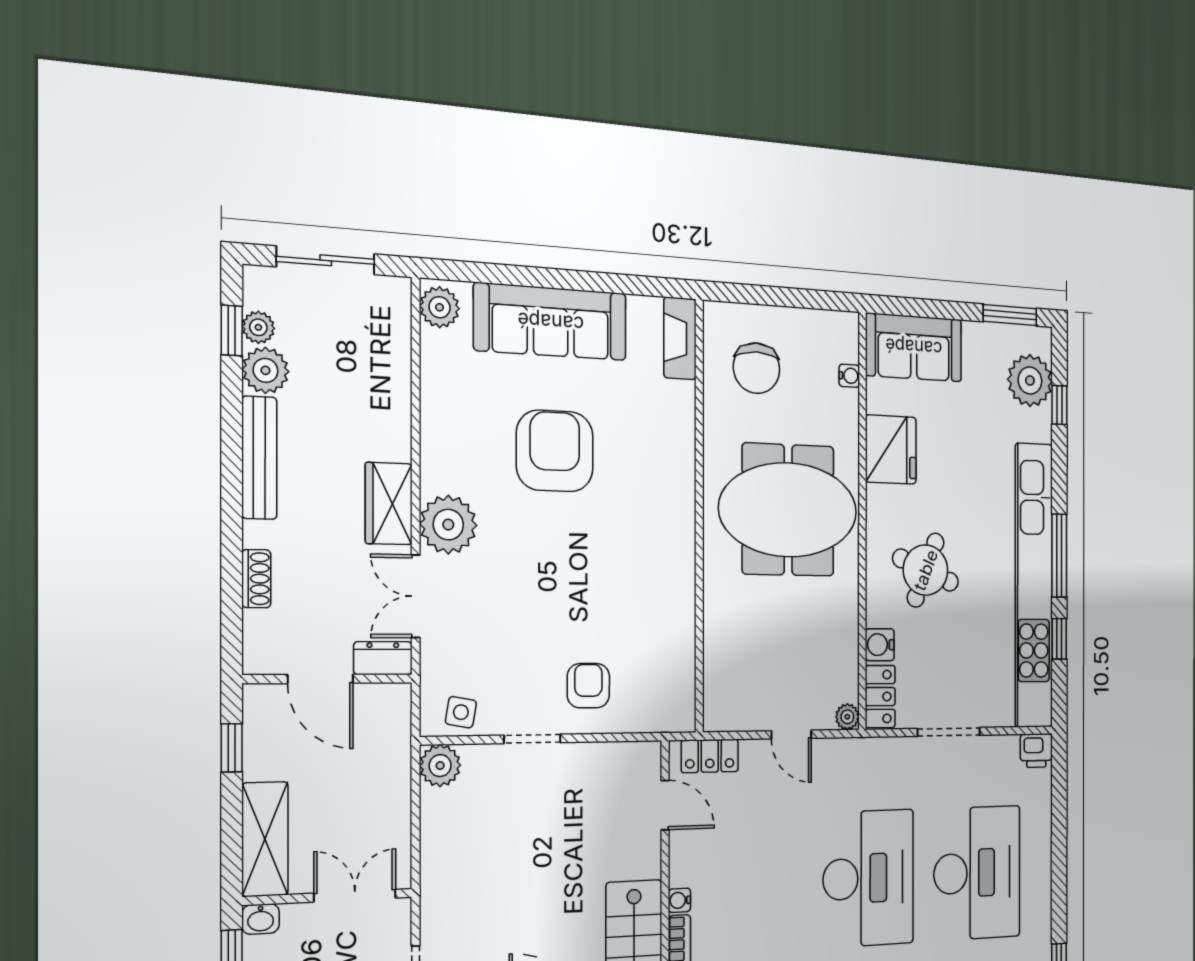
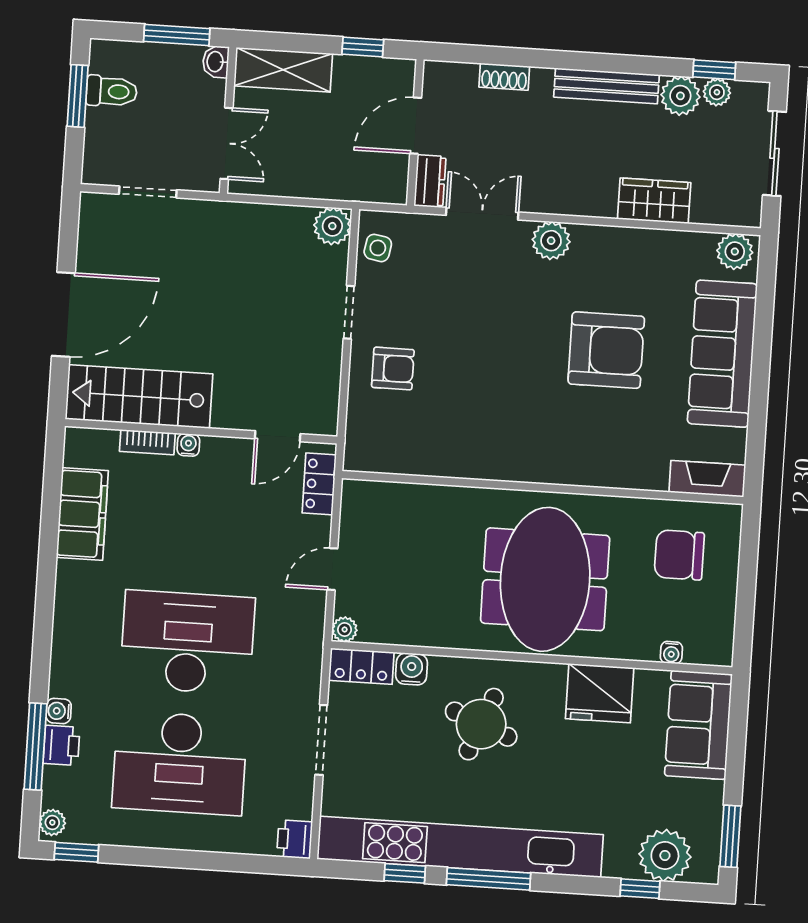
wardrobe: (389, 504) -> (654, 201), moved
plant: (448, 525) -> (551, 241), width x0.73, depth x0.73
desk: (868, 878) -> (187, 642), turned 180

